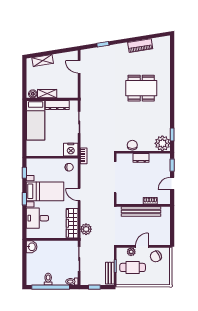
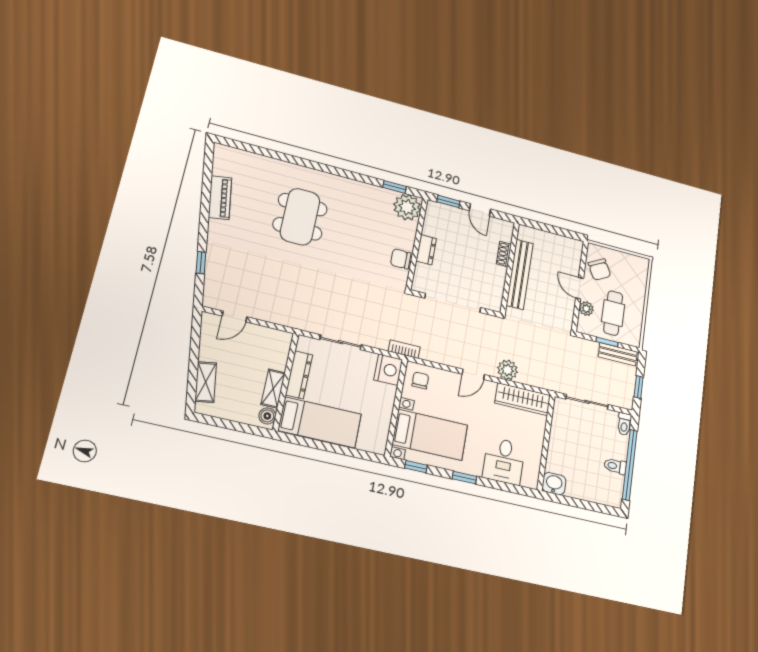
bed with nightstands: (45, 191) -> (430, 435), moved, turned 90
plant: (86, 229) -> (508, 370), moved

